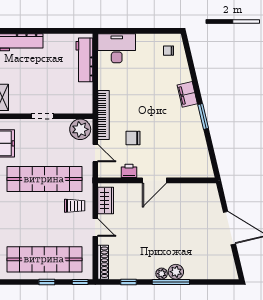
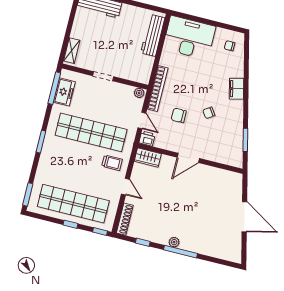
desk: (117, 48) -> (189, 38), width x1.36, depth x1.30
window: (203, 117) -> (245, 140), moved
chair: (164, 127) -> (209, 113), added
plant: (80, 129) -> (139, 93), width x0.53, depth x0.53
printer: (129, 171) -> (147, 139), moved
wardrobe: (106, 201) -> (148, 158), moved, turned 90
plant: (176, 272) -> (187, 244), removed

